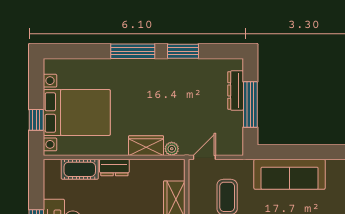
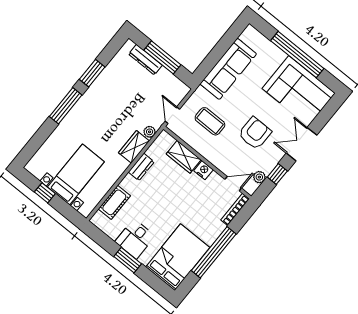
bed with nightstands: (77, 113) -> (76, 174), width x0.73
window: (36, 120) -> (45, 193), moved
dresser: (114, 168) -> (141, 167), moved

